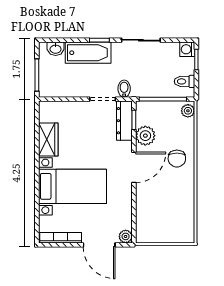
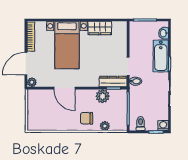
plant: (188, 111) -> (105, 126), moved
door: (134, 167) -> (64, 88), moved

